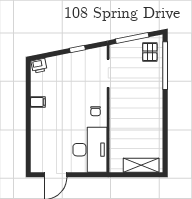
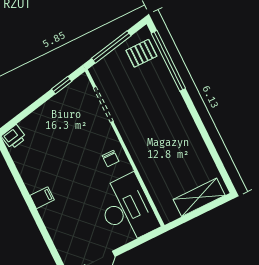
window: (77, 49) -> (62, 85), moved
pallet: (150, 52) -> (141, 53), turned 90
filing cabinet: (38, 102) -> (42, 198), moved

